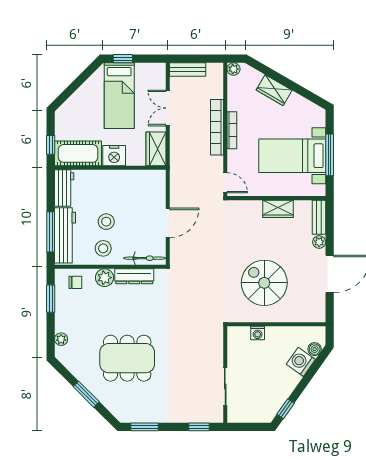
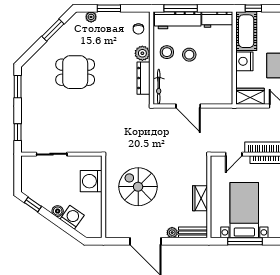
door: (225, 183) -> (234, 154), moved
spiral stairs: (264, 283) -> (138, 187), turned -90
window: (51, 299) -> (109, 8), moved
washing machine: (258, 333) -> (91, 181), width x1.89, depth x1.89
boiler: (315, 349) -> (58, 211), moved
dining table: (127, 358) -> (75, 72), width x0.73
window: (86, 394) -> (53, 30), moved

